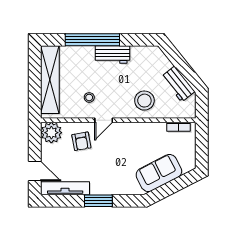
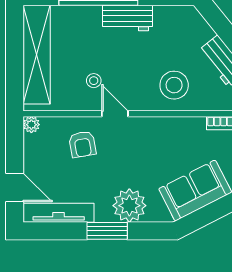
door: (104, 120) -> (115, 114), swing flipped
plant: (51, 133) -> (31, 125), width x0.53, depth x0.53
plant: (114, 183) -> (129, 206), added

